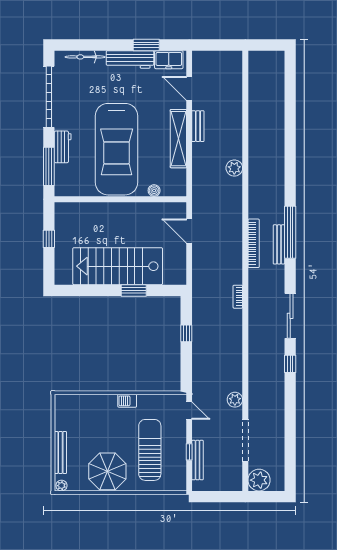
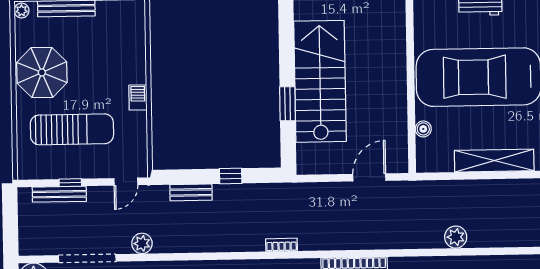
bench: (198, 126) -> (191, 192), moved

